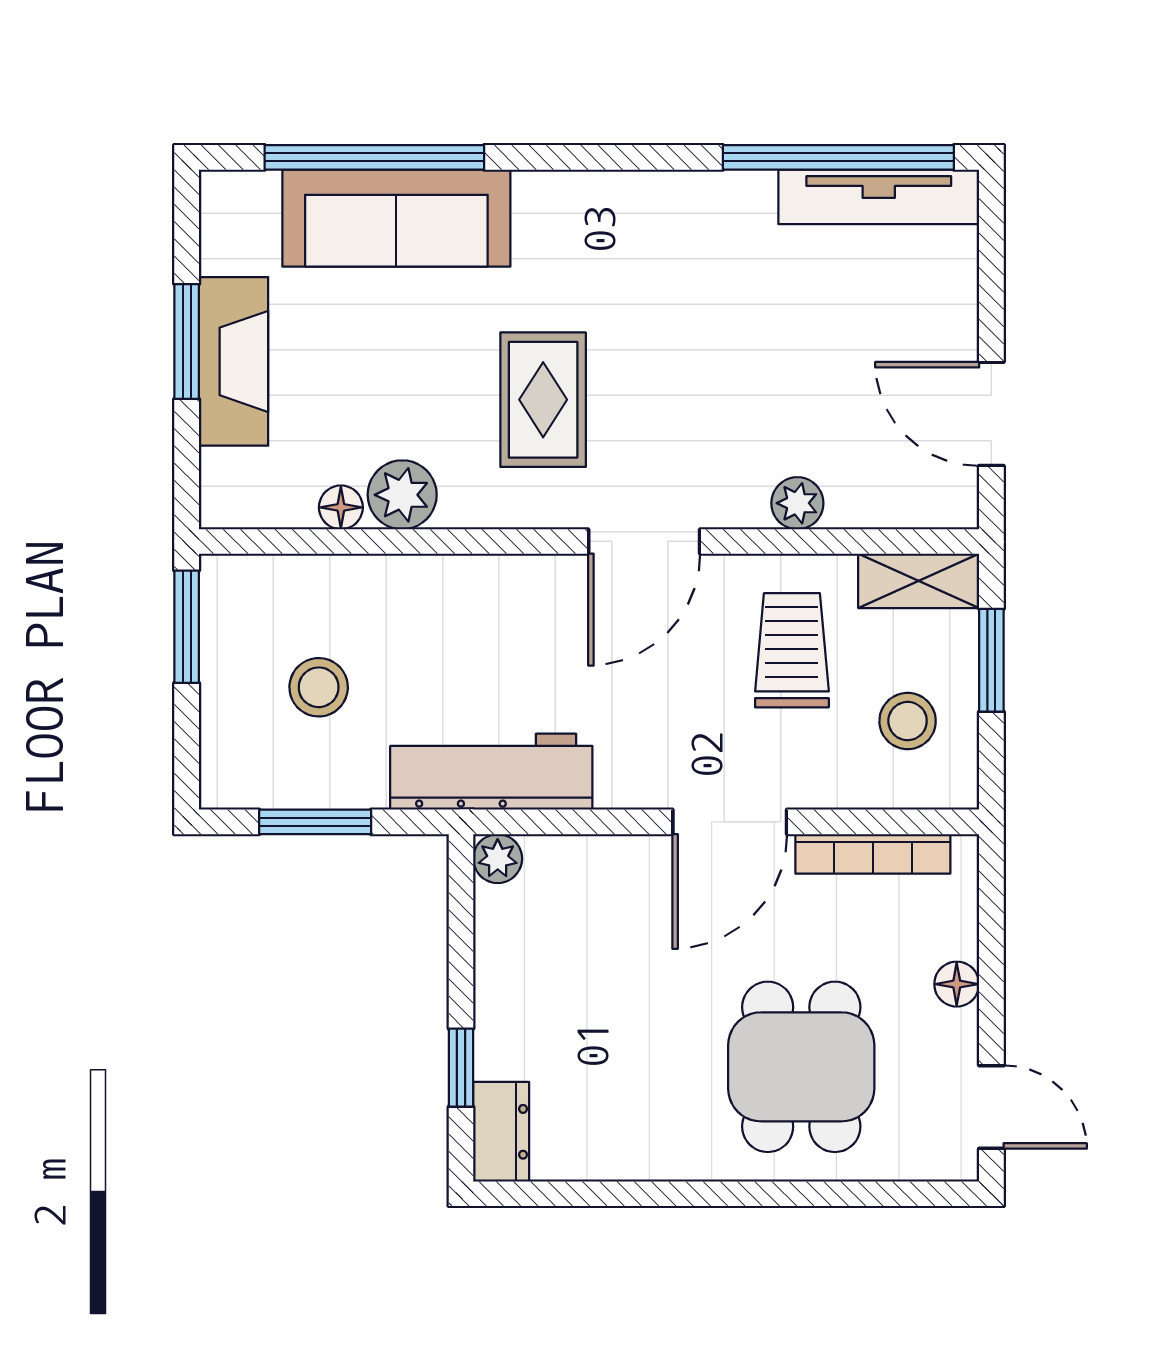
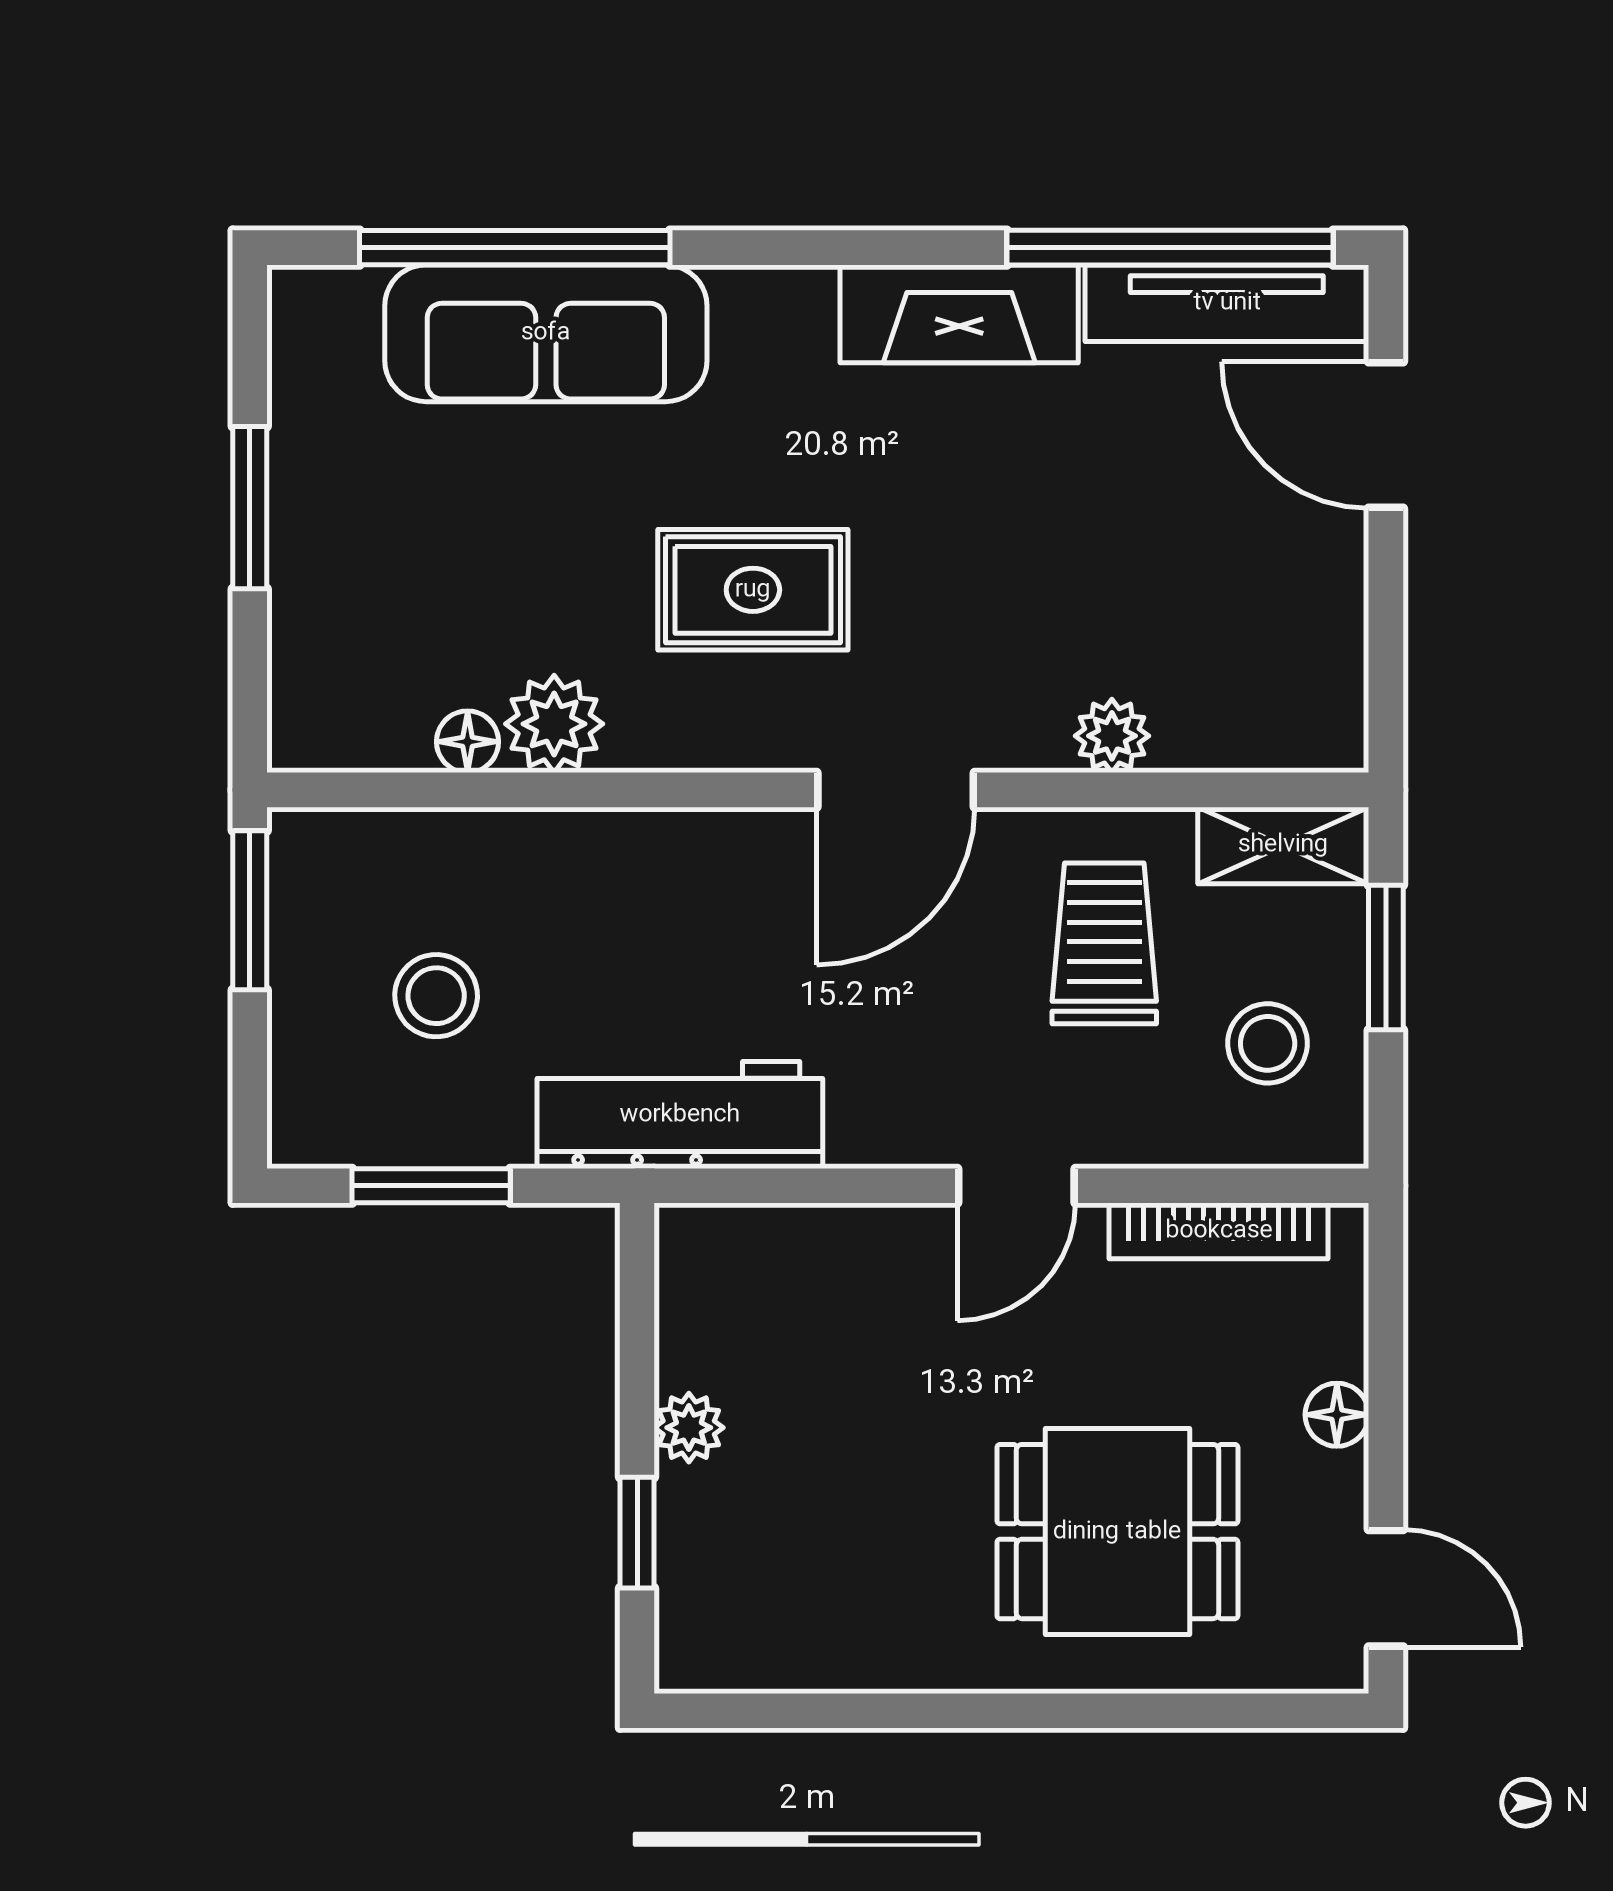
fireplace: (233, 361) -> (959, 314), moved, turned 90
rug: (543, 400) -> (753, 590), turned 90
door: (991, 414) -> (1386, 435), moved
door: (730, 822) -> (1016, 1186), width x0.73
plant: (498, 859) -> (689, 1428), moved
dining table: (801, 1067) -> (1117, 1532), turned 90
dresser: (501, 1132) -> (694, 1623), removed

